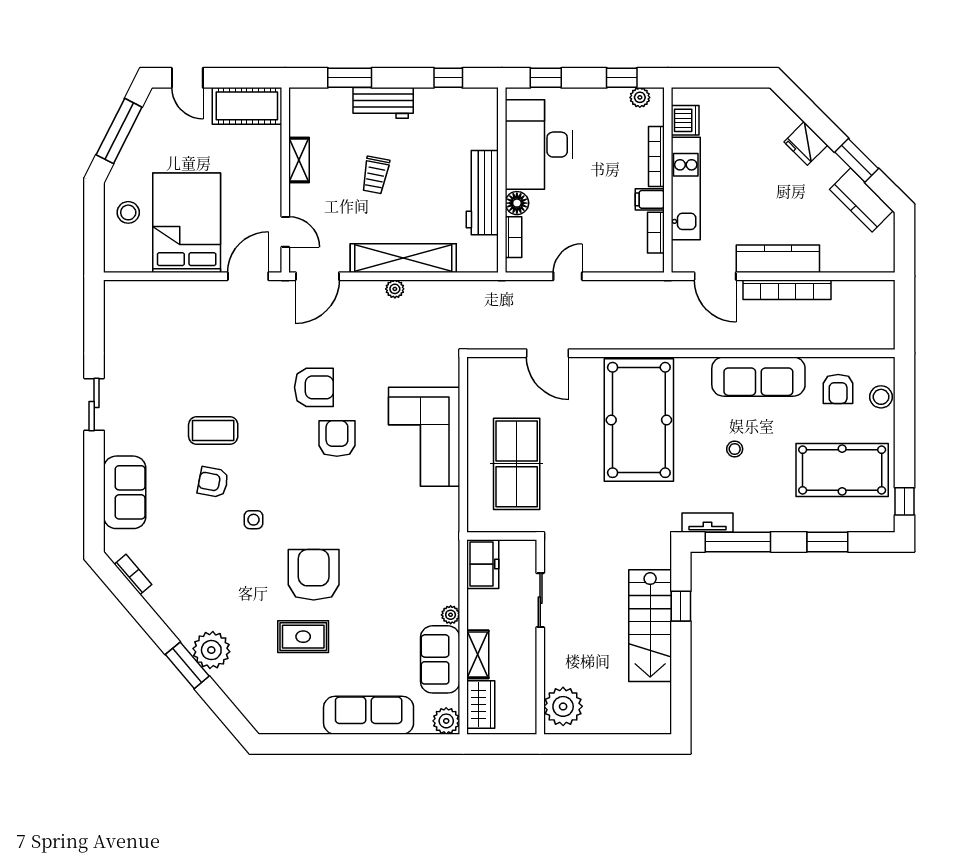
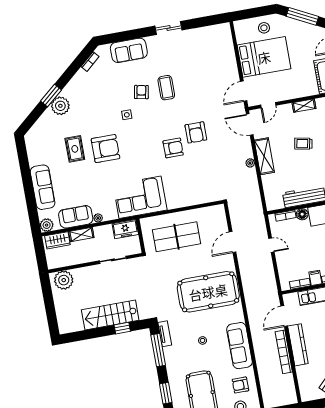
shelving: (403, 258) -> (264, 156), width x0.68
door: (248, 276) -> (244, 91), swing flipped
corner sofa: (424, 437) -> (140, 197), moved

